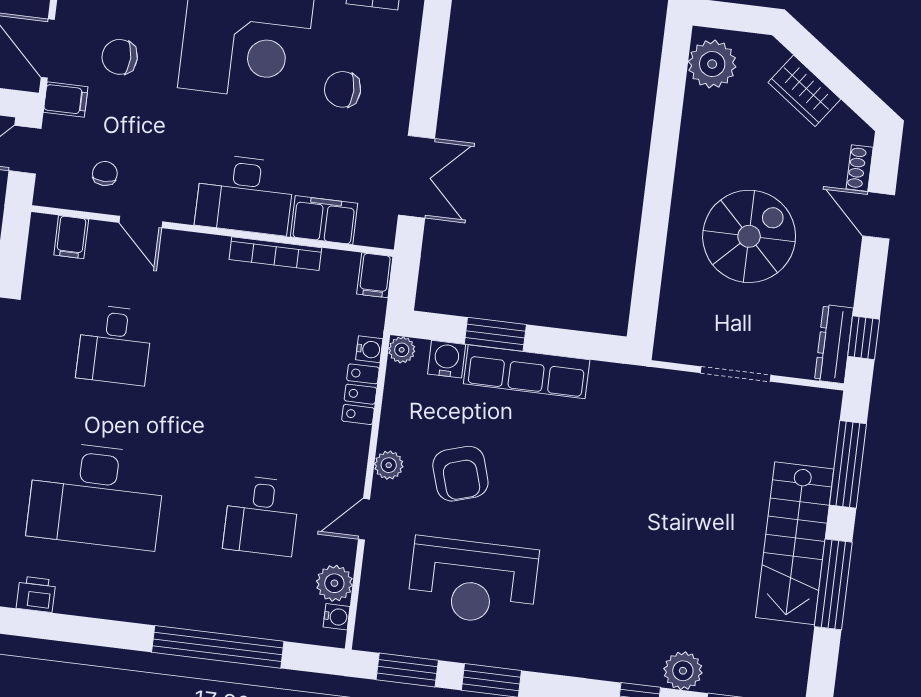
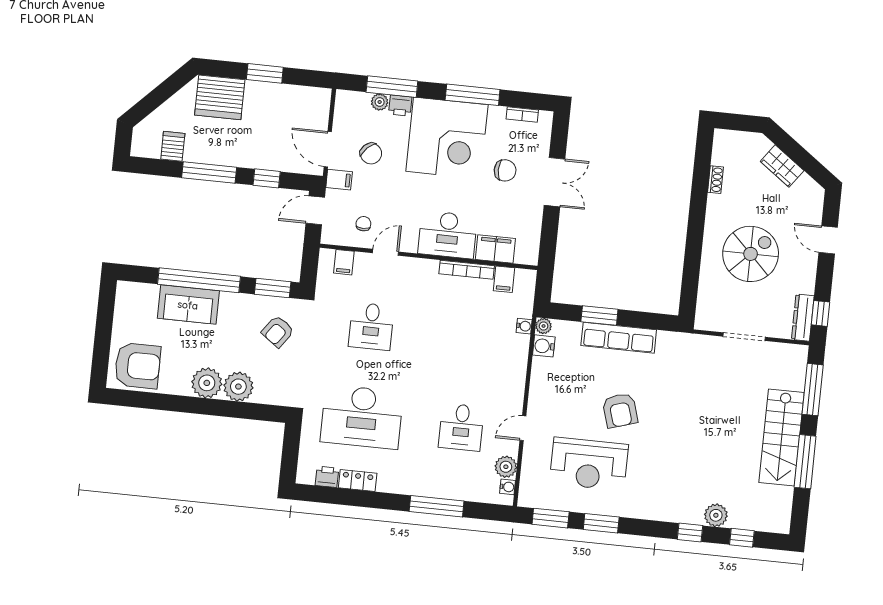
chair: (120, 57) -> (371, 154), turned -134
plant: (712, 64) -> (726, 151), removed
chair: (343, 89) -> (505, 170), turned 180
shoe rack: (860, 168) -> (715, 180), moved, turned 180
double door: (416, 177) -> (555, 182), moved
door: (141, 222) -> (386, 252), swing flipped
filing cabinet: (375, 275) -> (504, 279), moved
water cooler: (447, 359) -> (544, 346), moved, turned -90
locker: (360, 394) -> (358, 481), moved, turned 90
plant: (389, 465) -> (537, 395), removed
armchair: (460, 474) -> (620, 410), moved
window: (218, 647) -> (437, 506), width x0.68

